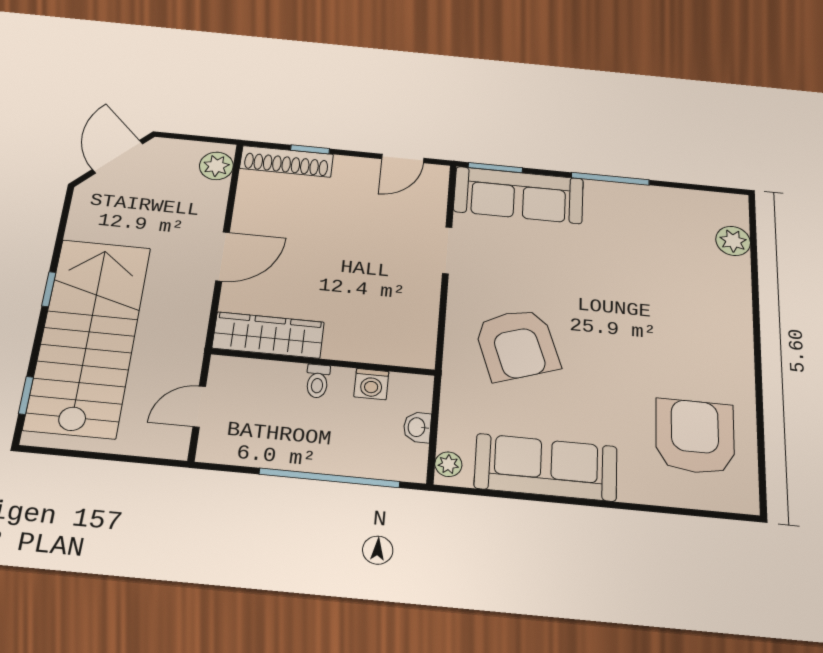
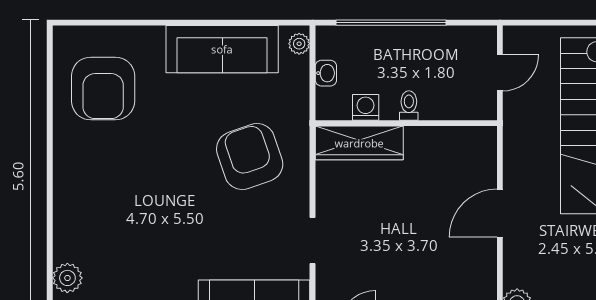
wardrobe: (268, 335) -> (359, 143), moved

